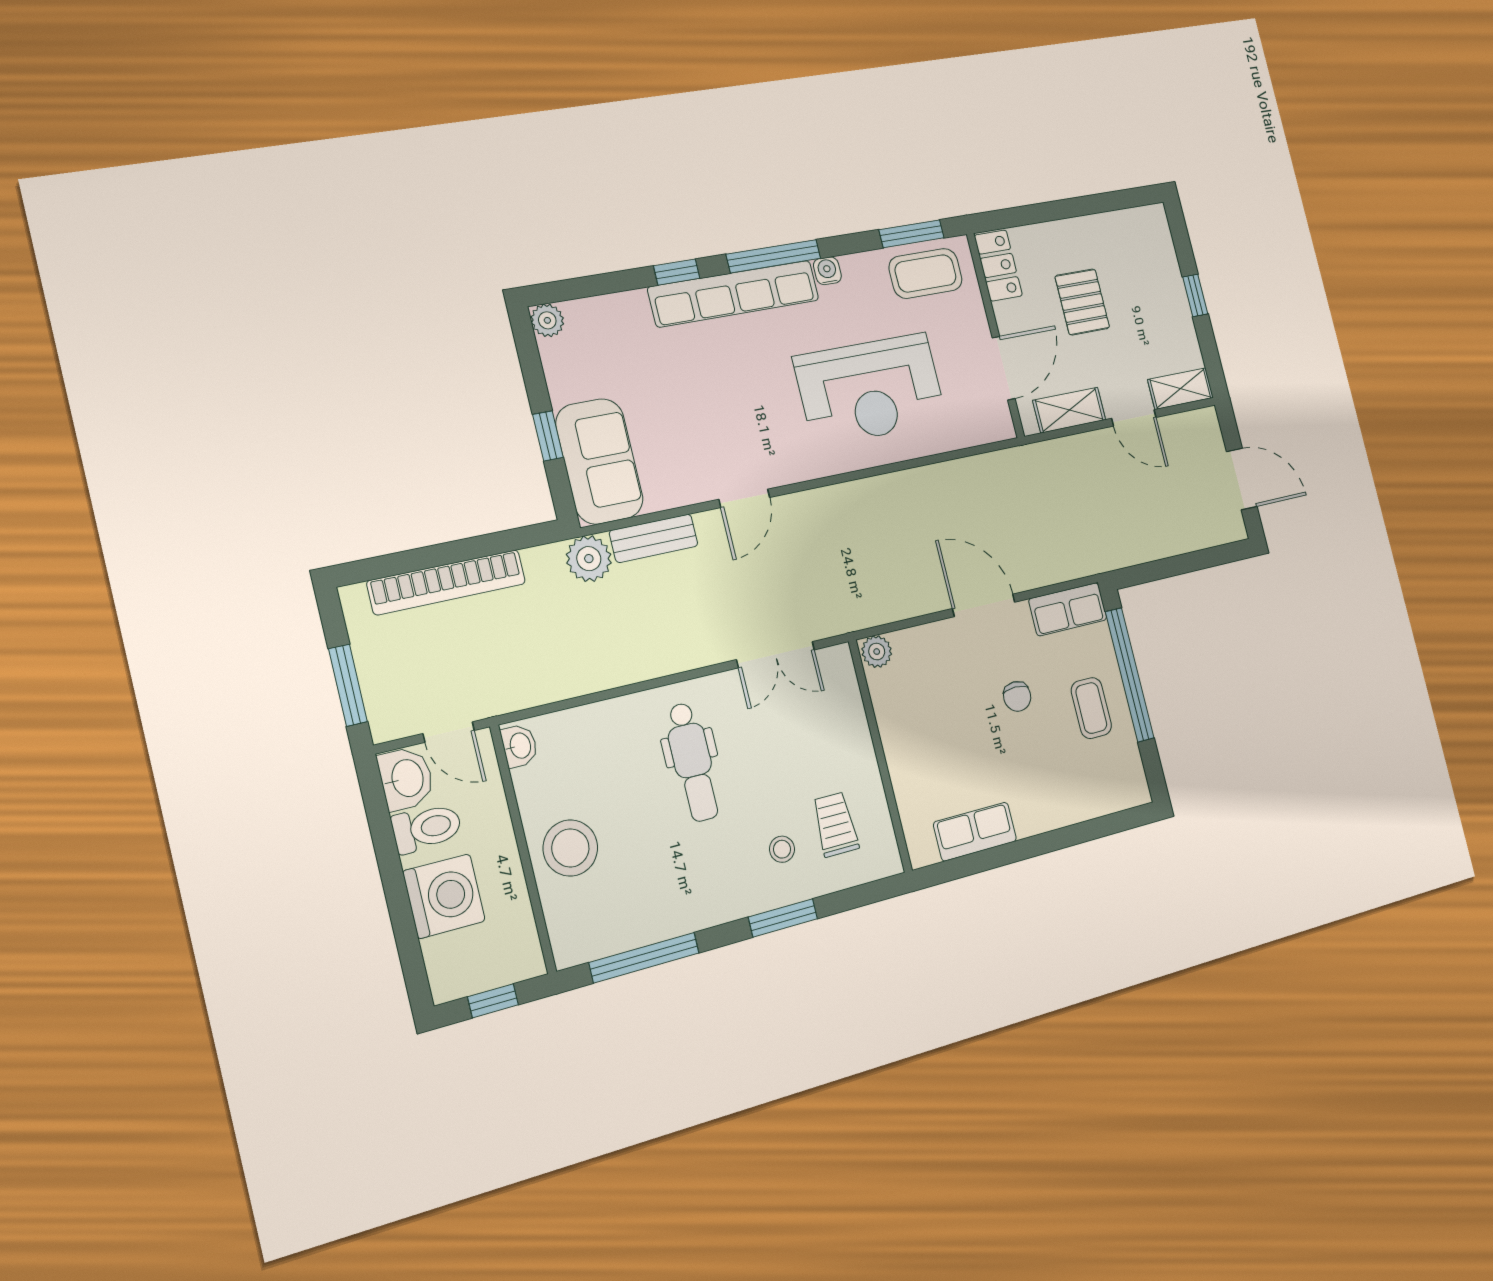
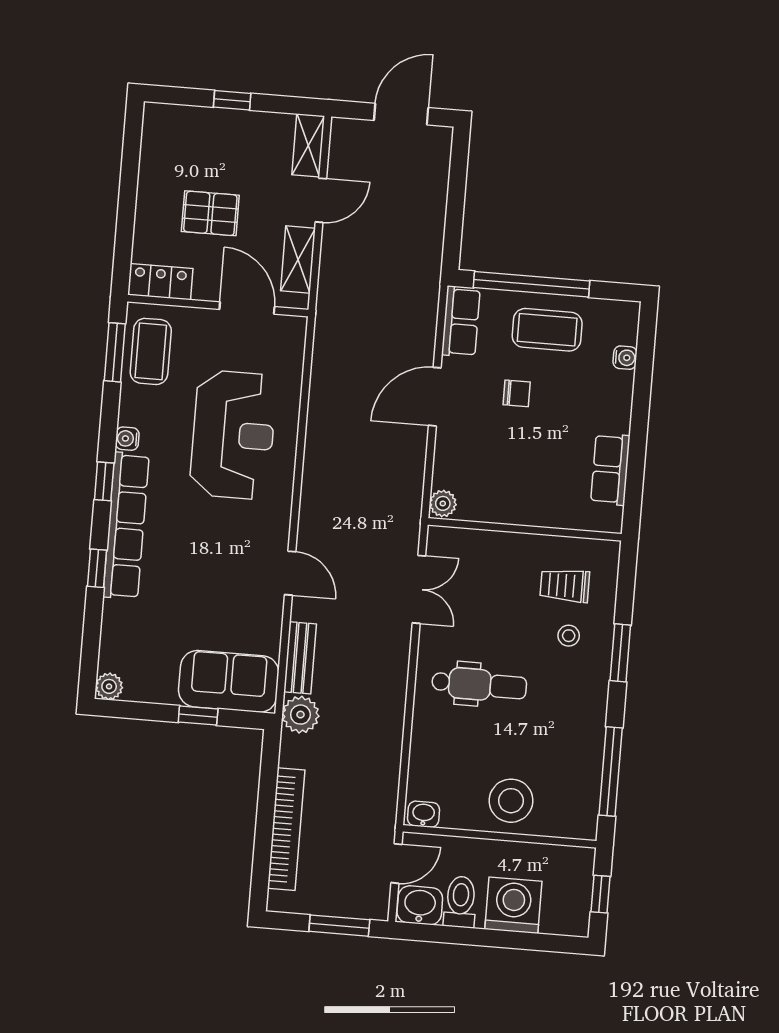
window: (774, 256) -> (104, 481), width x0.46
coffee table: (1091, 708) -> (547, 330), width x1.36, depth x1.30
water cooler: (1093, 805) -> (625, 358), added

